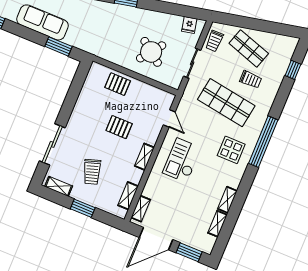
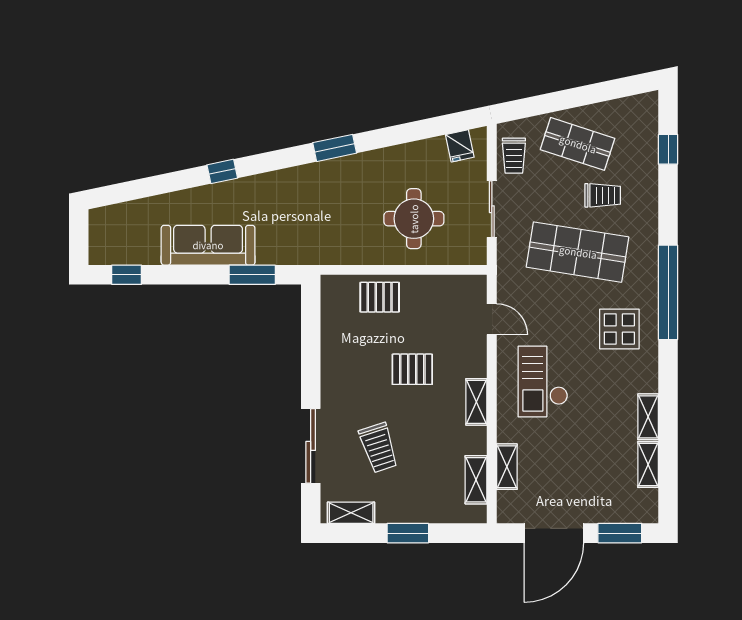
round table: (151, 52) -> (414, 219), turned -37
trolley: (92, 172) -> (379, 448), moved
shelving: (141, 209) -> (507, 467), moved

